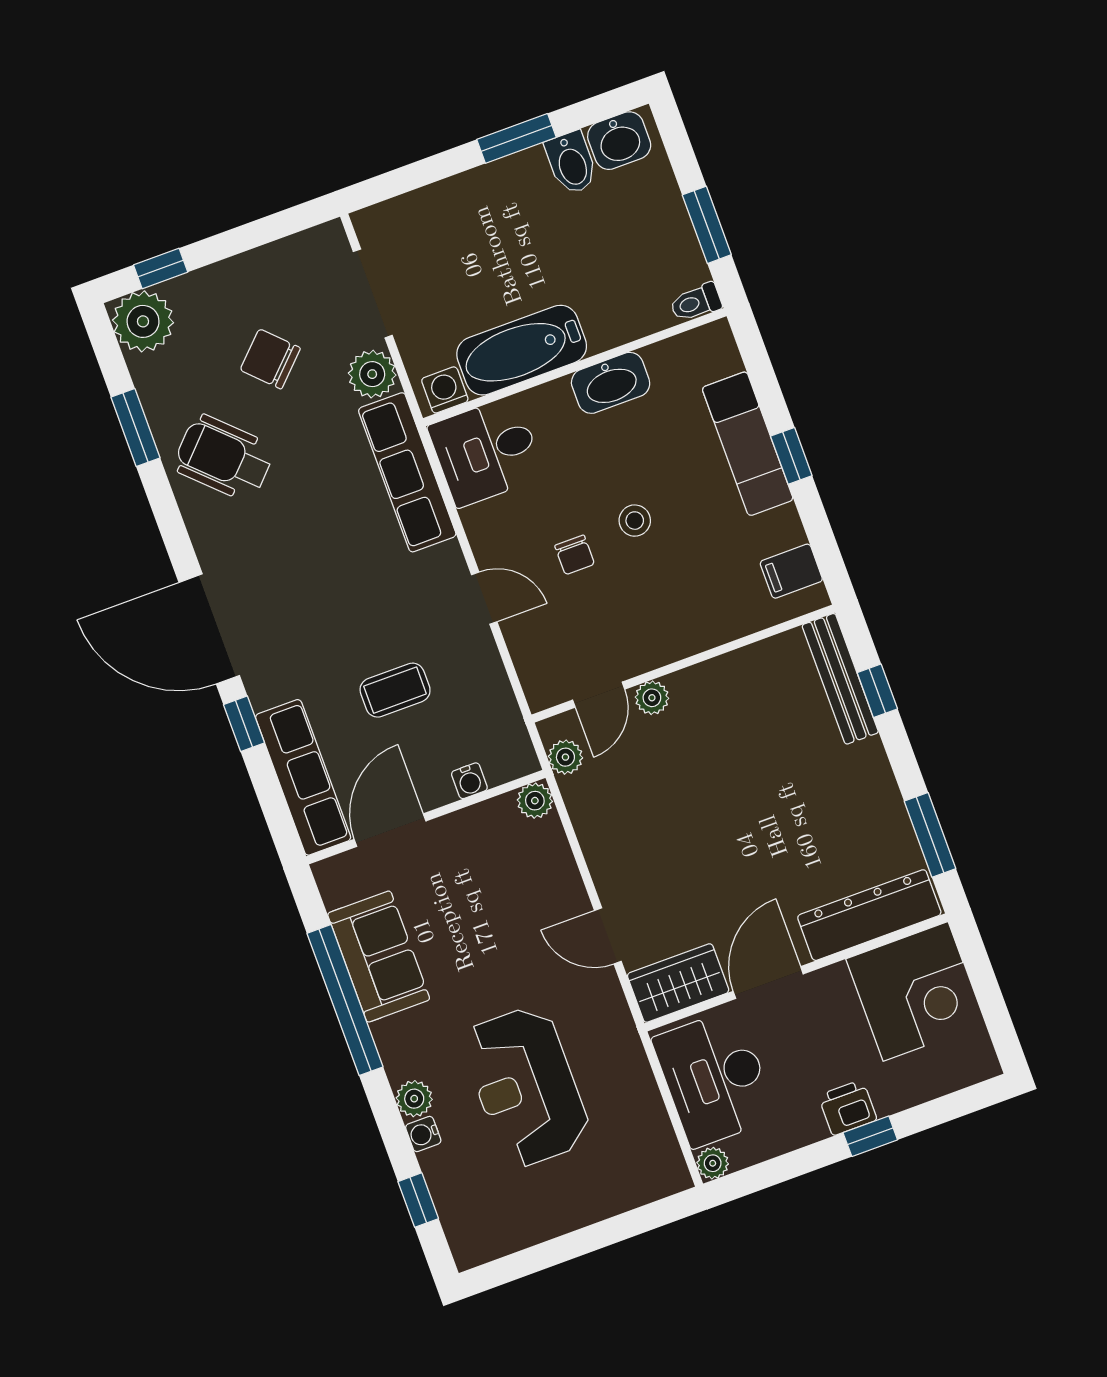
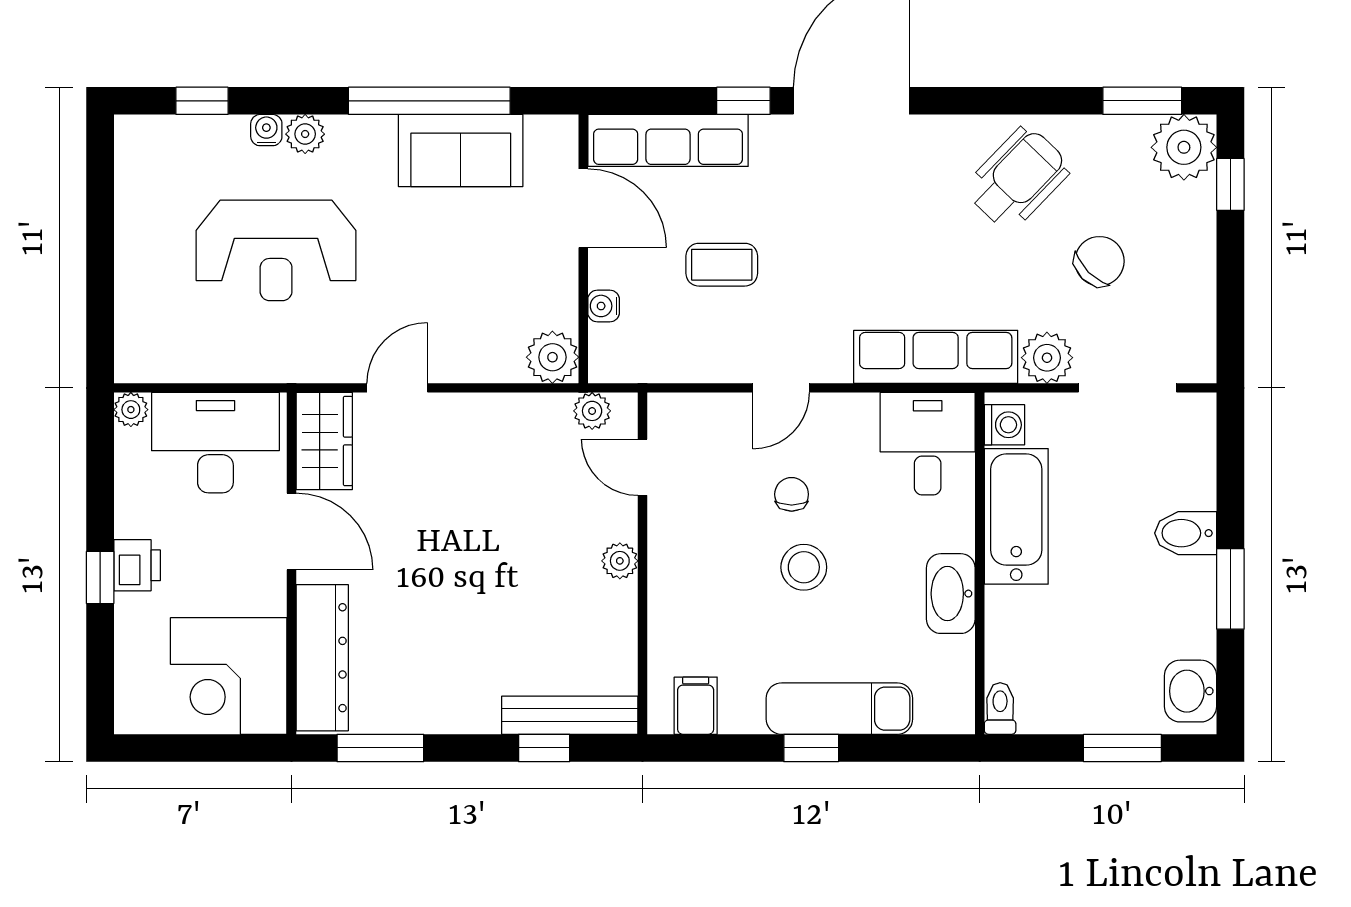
bidet: (571, 163) -> (1186, 533), moved
window: (707, 225) -> (1122, 748), moved
window: (136, 428) -> (1142, 101), moved
stool: (635, 521) -> (804, 567), width x1.37, depth x1.37
chair: (575, 555) -> (792, 494), turned 90
coffee table: (395, 690) -> (722, 265), turned 90
plant: (652, 698) -> (620, 561), moved
plant: (535, 801) -> (552, 357), width x1.38, depth x1.38
reception desk: (526, 1087) -> (276, 250), turned 180

